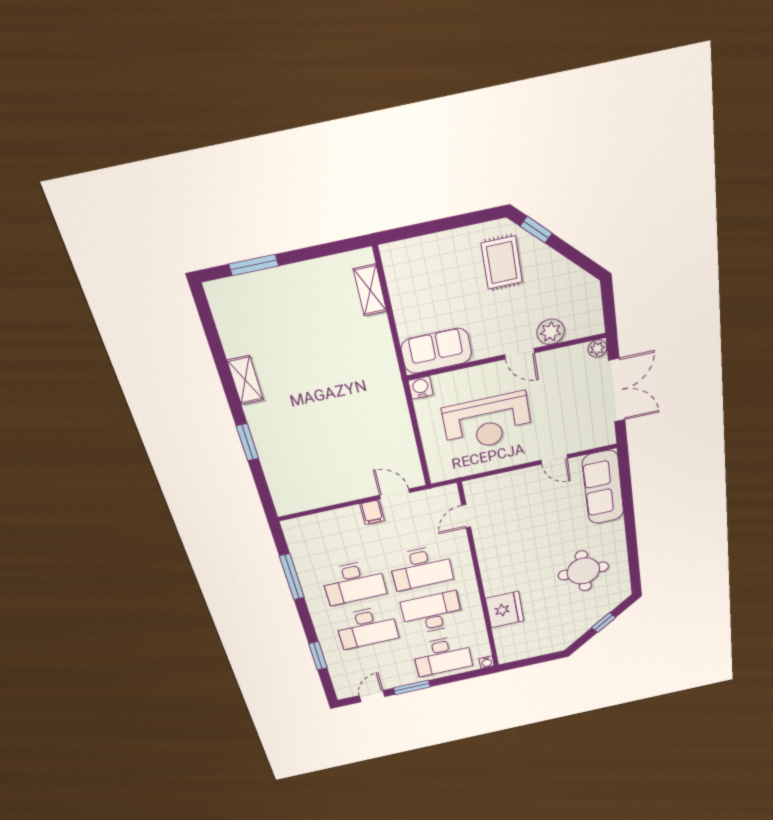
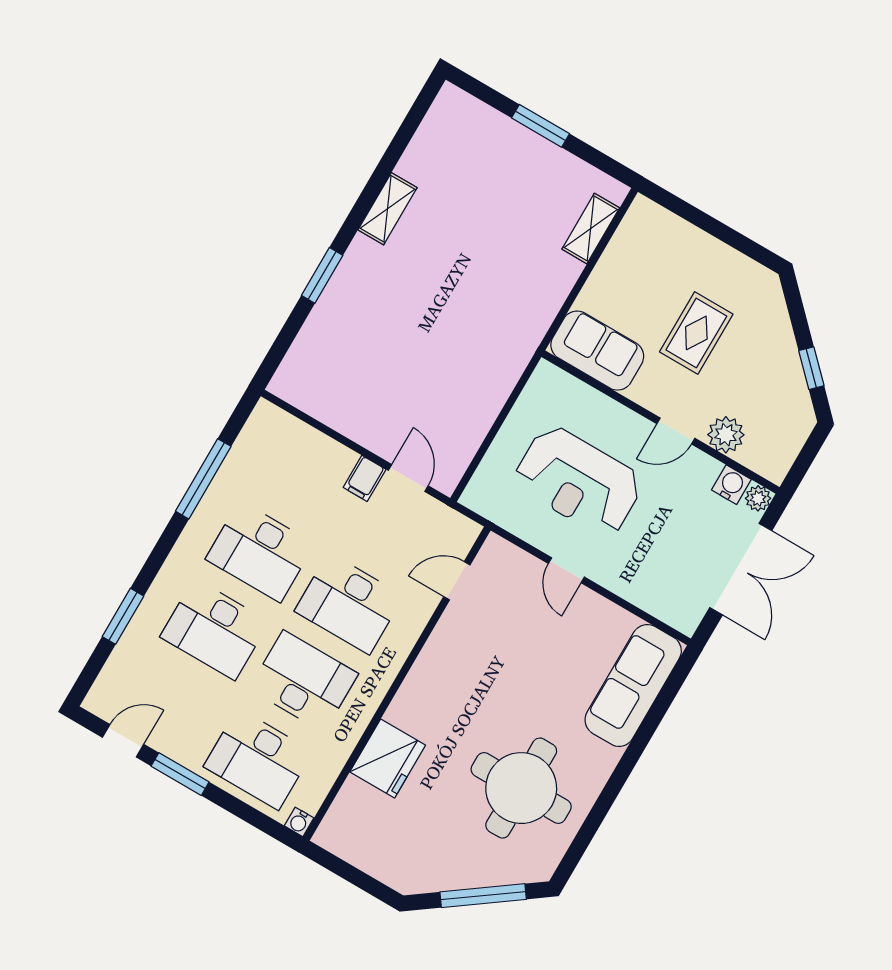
window: (536, 230) -> (811, 368), moved
rug: (502, 263) -> (696, 333), moved
window: (254, 265) -> (541, 126), moved
door: (520, 354) -> (676, 431), hinge flipped
water cooler: (421, 388) -> (731, 485), moved
door: (554, 459) -> (566, 570), moved
round table: (583, 571) -> (521, 788), width x1.36, depth x1.36
window: (604, 623) -> (483, 896), width x2.17

